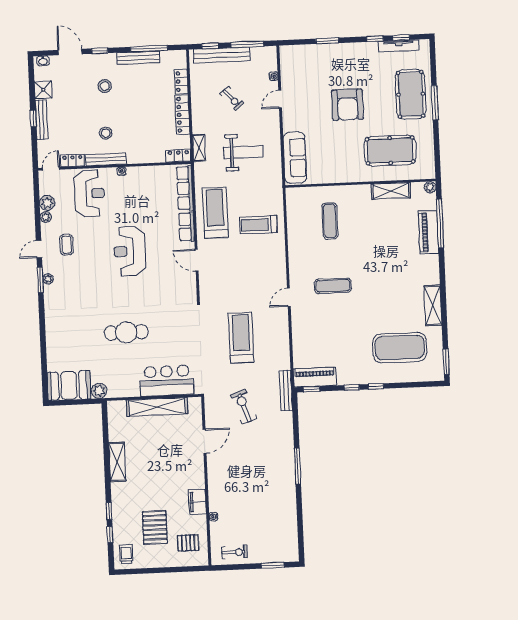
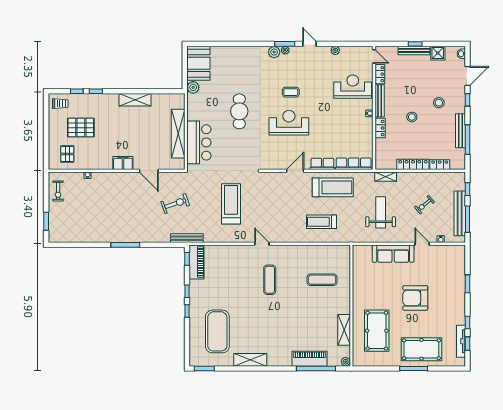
bench: (222, 55) -> (460, 213), moved
stool: (106, 133) -> (412, 117), moved
weight bench: (243, 152) -> (381, 212), turned 180
locker: (178, 156) -> (380, 128), moved
sofa: (295, 158) -> (393, 254), moved
reception desk: (89, 193) -> (353, 87), turned 180
plant: (47, 203) -> (274, 52), moved
treadmill: (258, 225) -> (321, 222), turned -90
coffee table: (67, 245) -> (291, 92), moved
reception desk: (129, 251) -> (289, 123), moved
treadmill: (241, 338) -> (231, 204), turned -90
filing cabinet: (198, 502) -> (123, 163), moved

